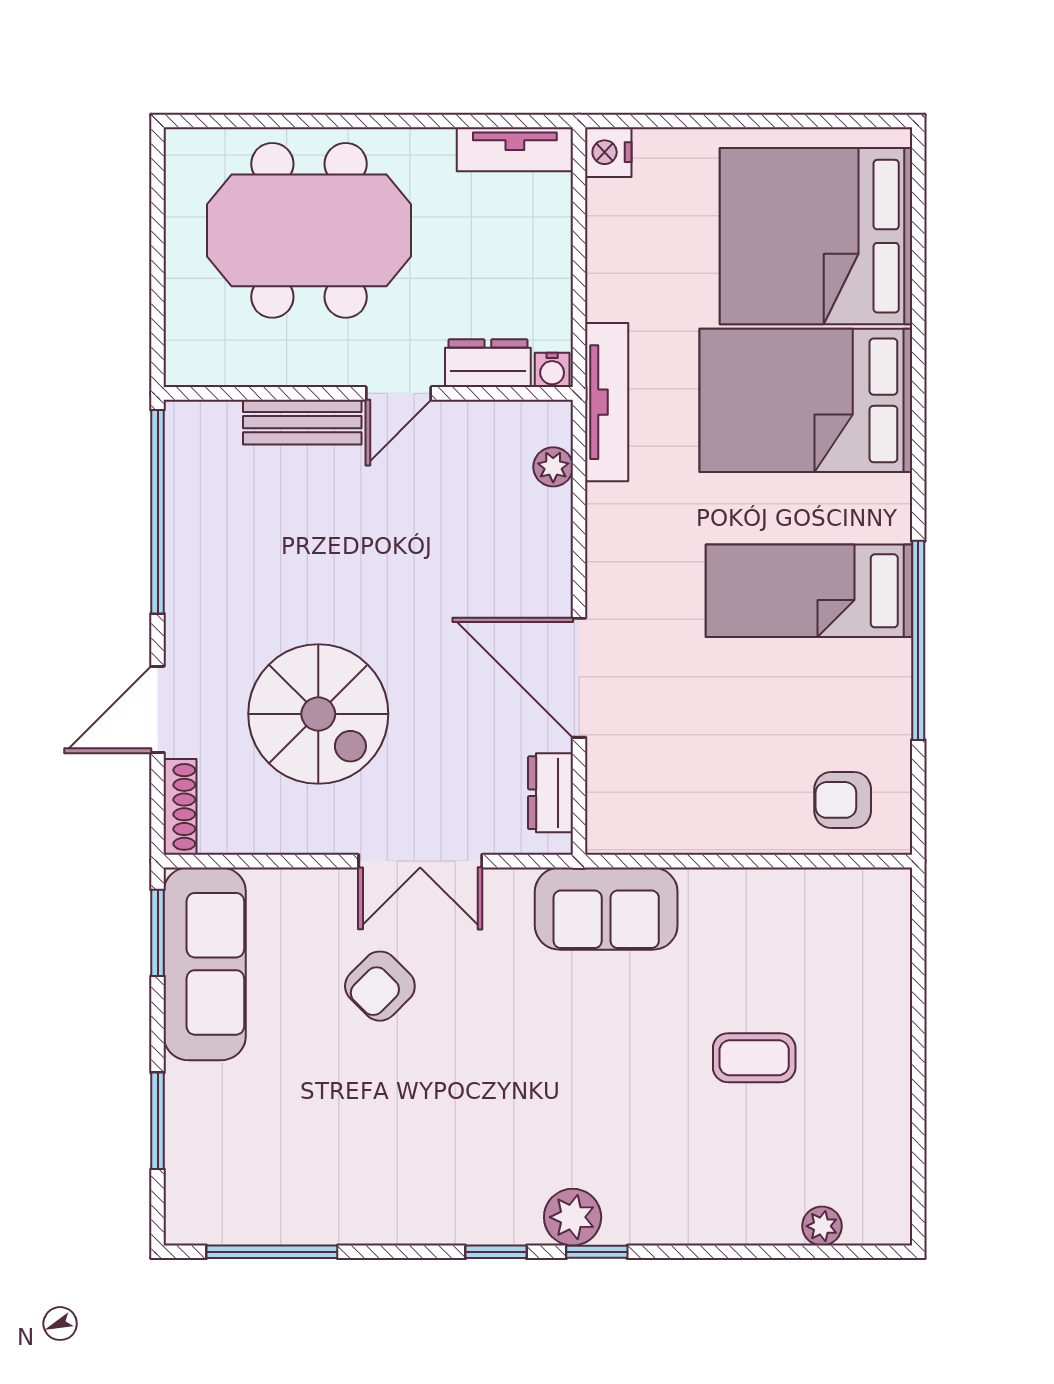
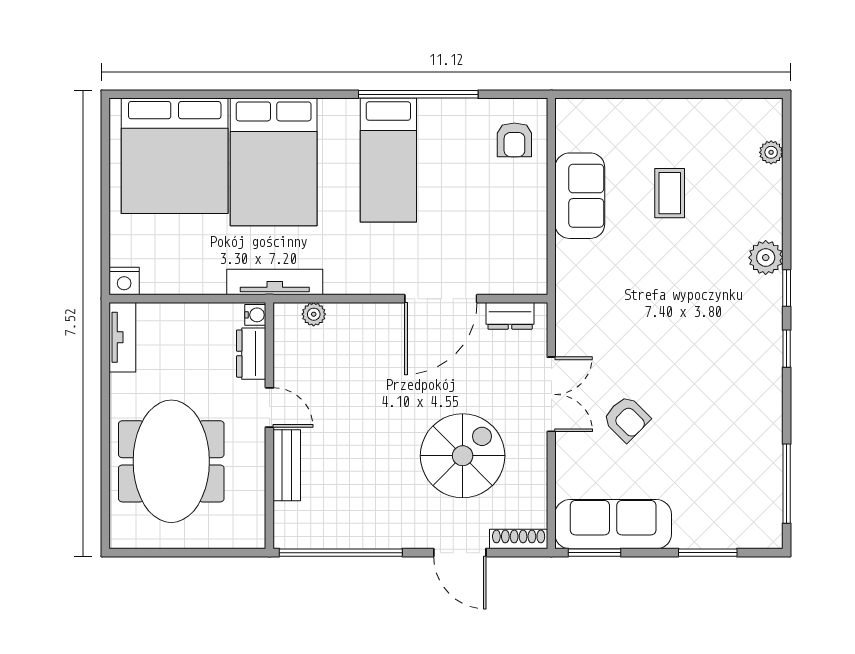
sofa: (606, 909) -> (580, 196), moved
plant: (573, 1217) -> (766, 258), moved

